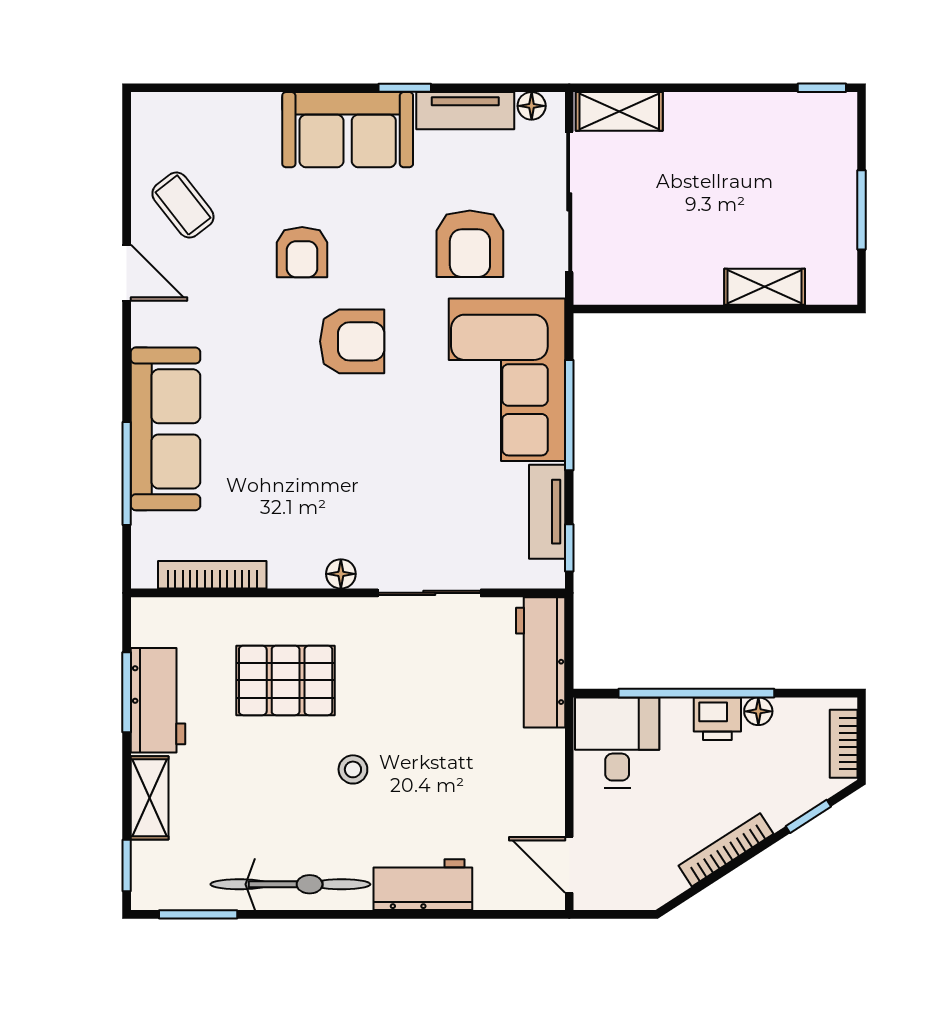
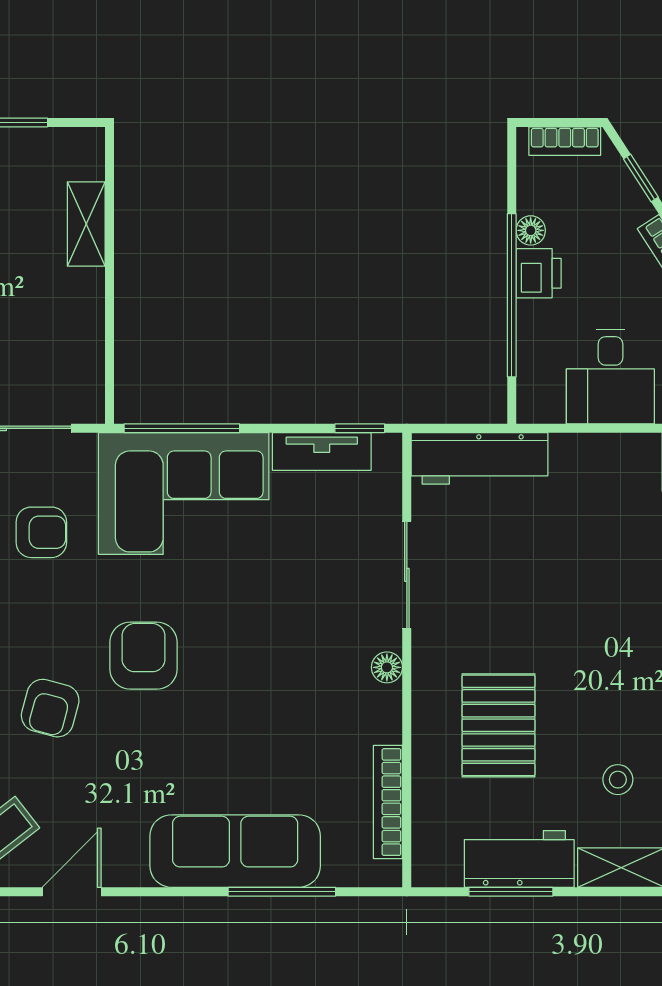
armchair: (470, 244) -> (41, 532), width x0.72, depth x0.72
armchair: (302, 252) -> (50, 708), turned 105
window: (569, 415) -> (182, 428), moved
desk: (617, 743) -> (610, 377), moved, turned -90
stool: (353, 769) -> (618, 780), moved

